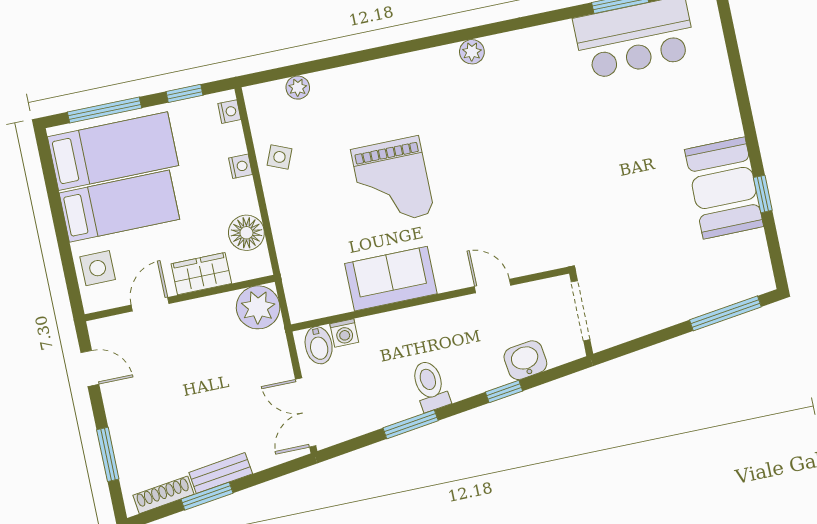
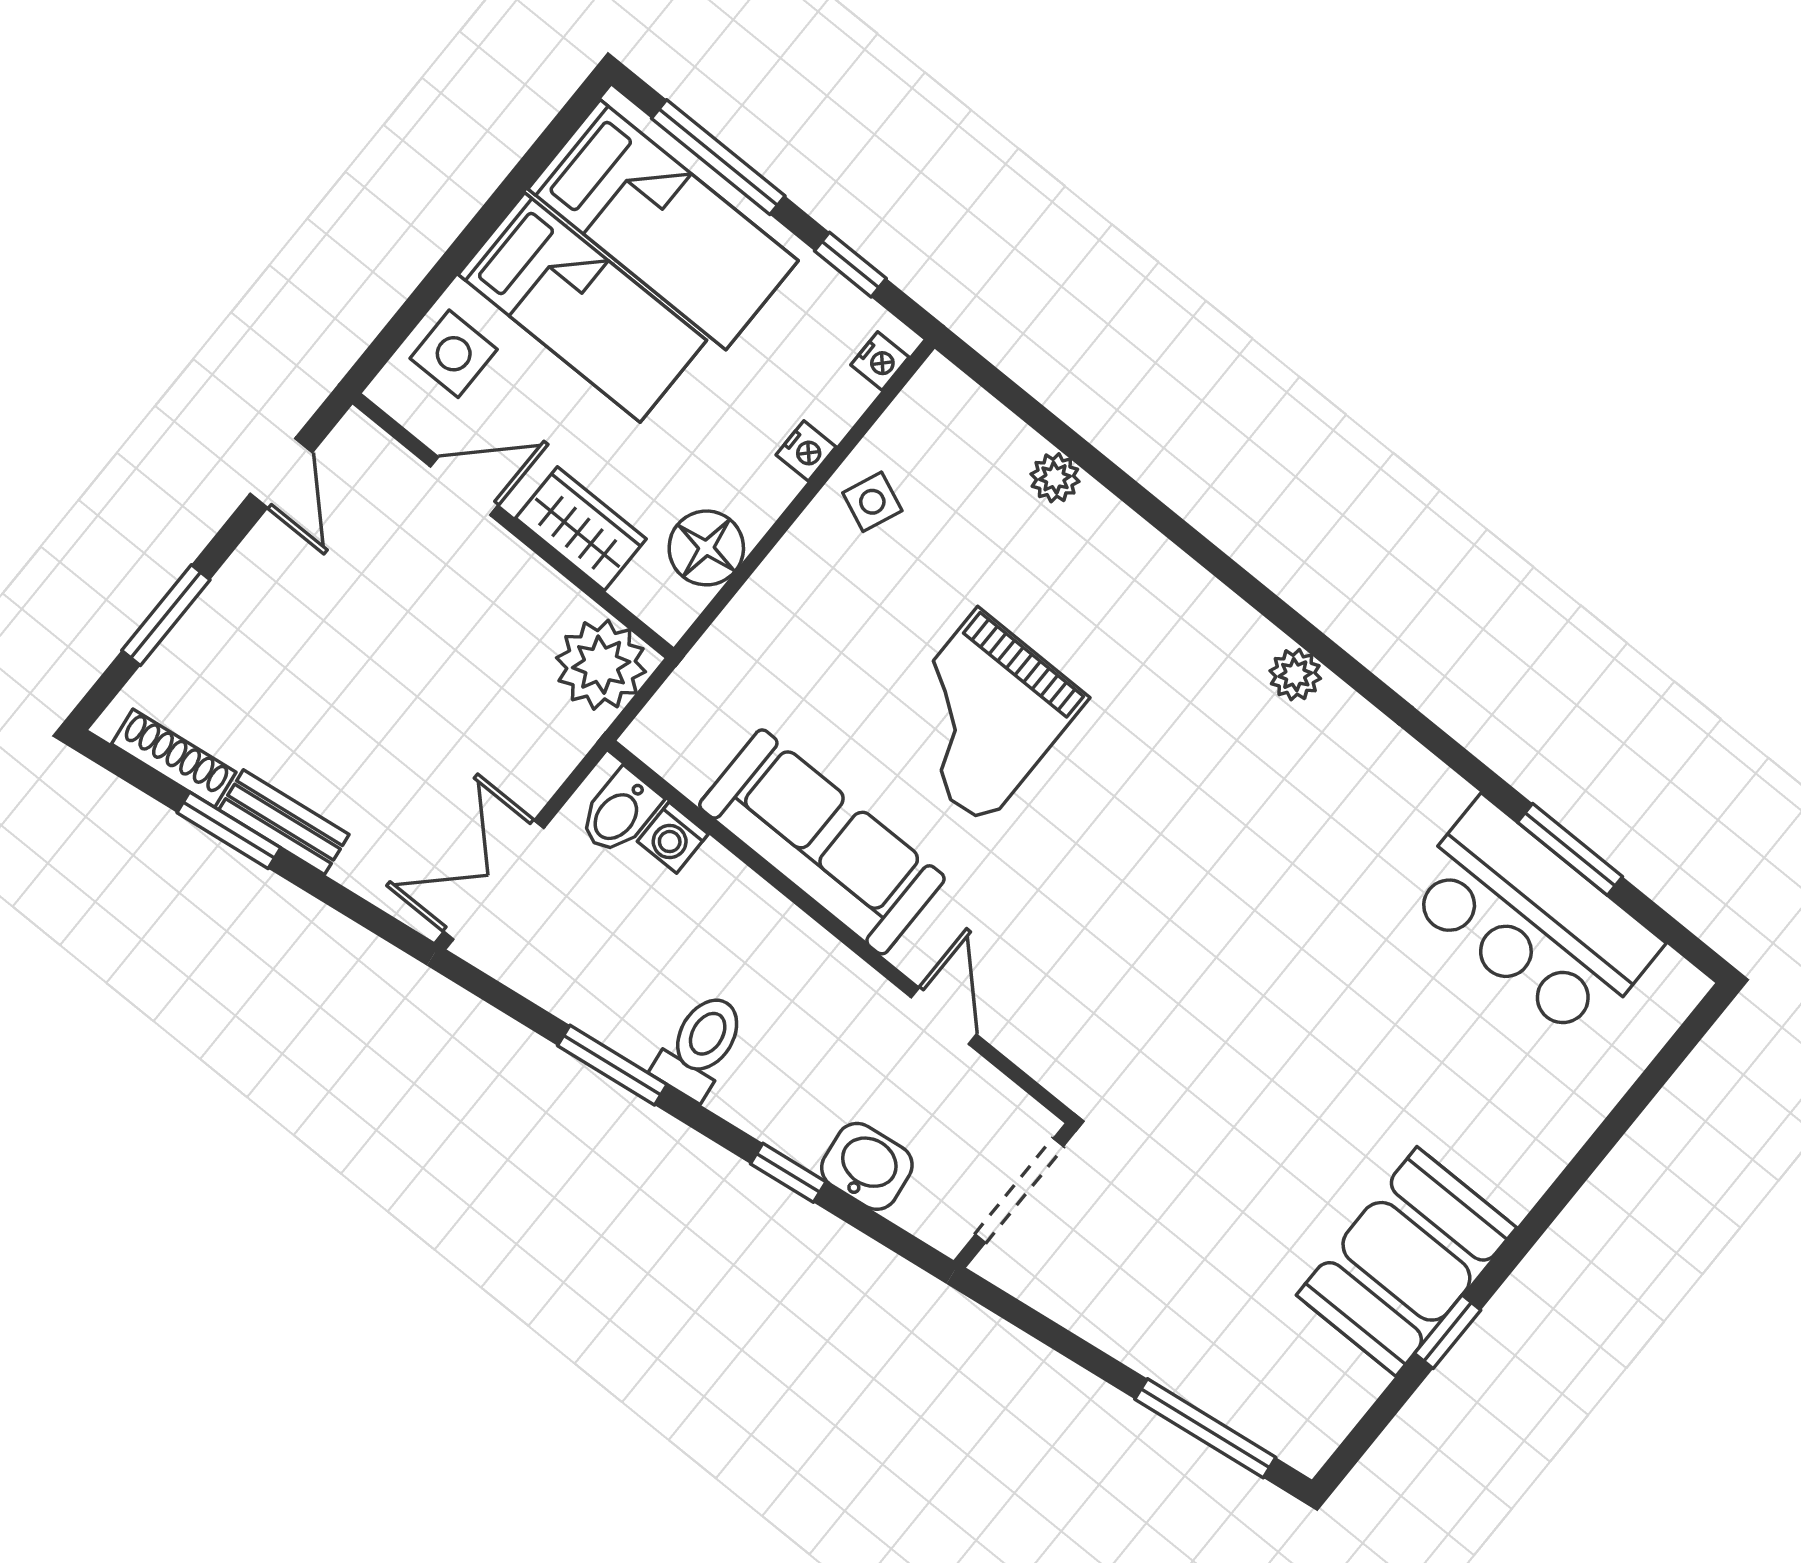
plant: (298, 88) -> (1055, 478), moved
sofa: (391, 279) -> (822, 842), width x1.36

